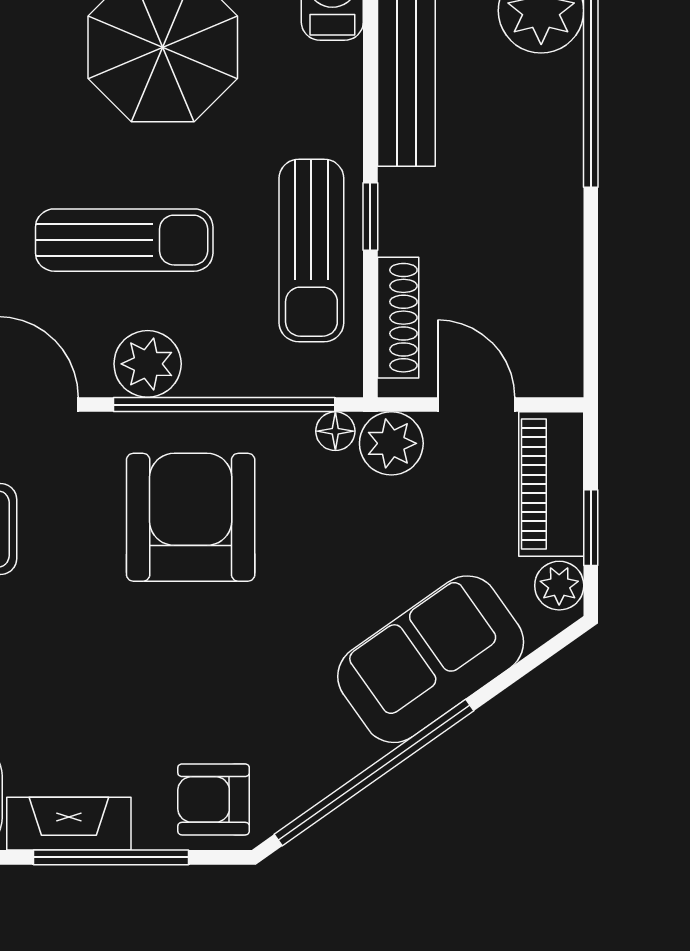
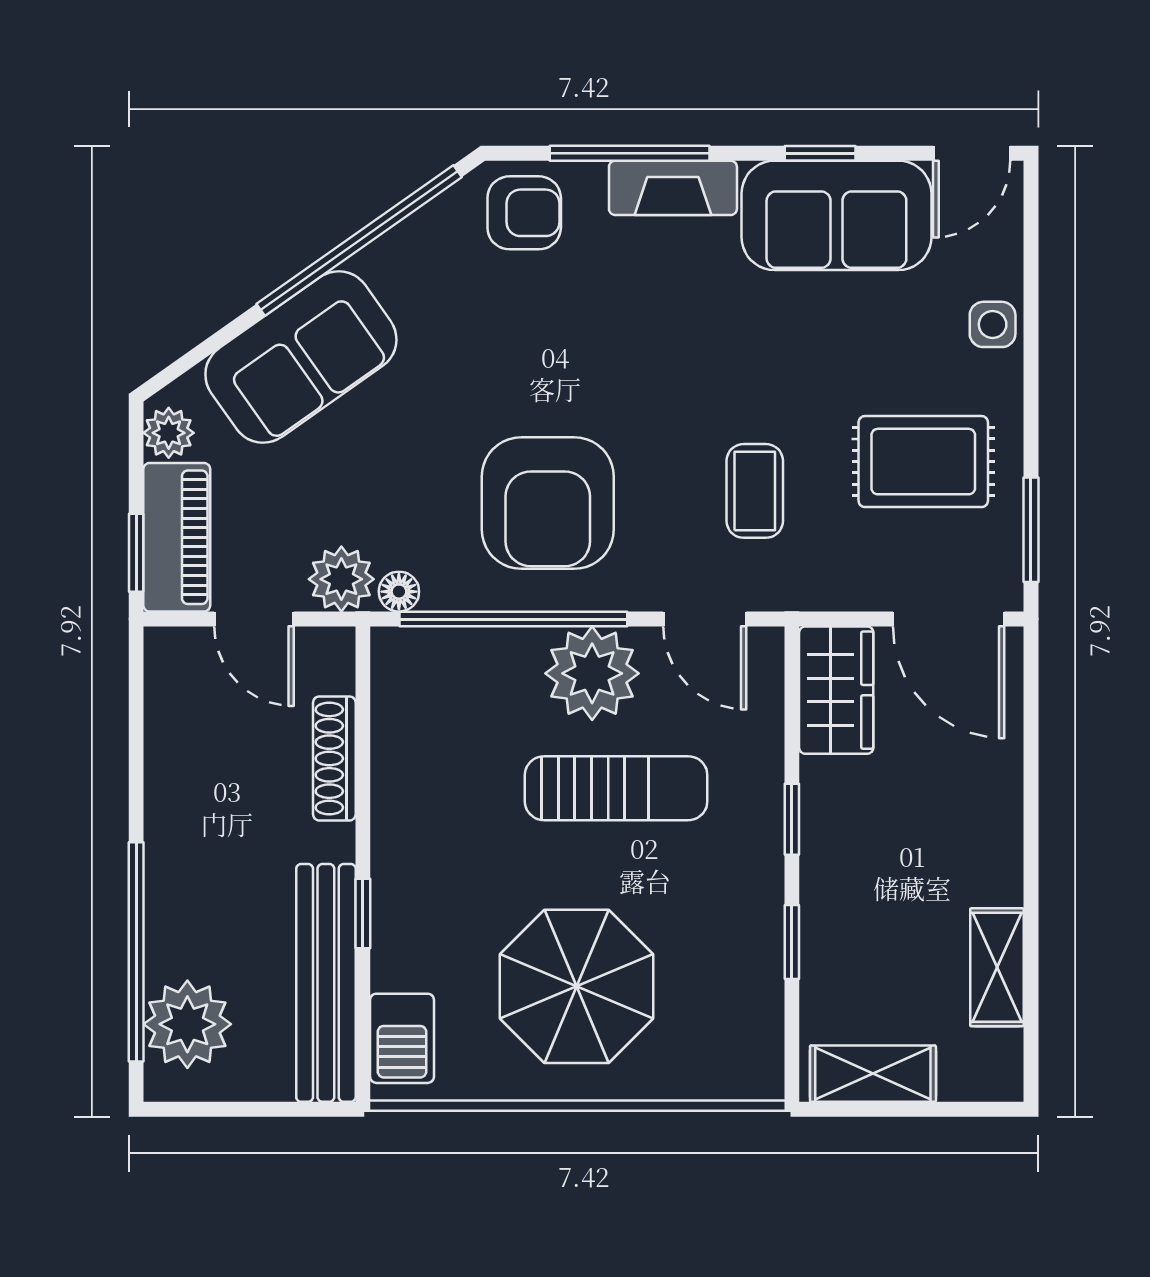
window: (370, 217) -> (363, 914), moved
sun lounger: (124, 240) -> (616, 788), turned 180
sun lounger: (311, 250) -> (423, 777), removed
shoe rack: (398, 318) -> (334, 758), moved
plant: (148, 364) -> (592, 673), width x1.36, depth x1.36
window: (591, 528) -> (136, 553), moved

